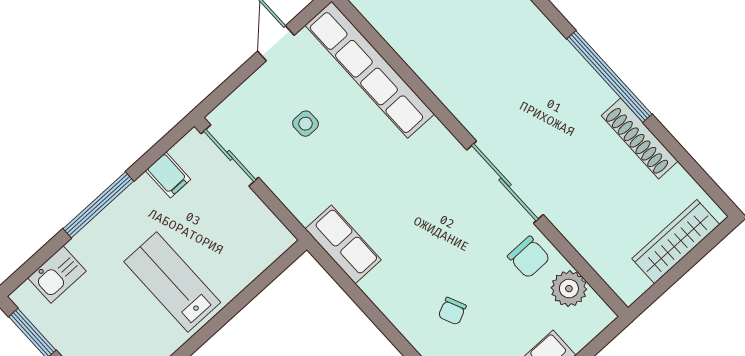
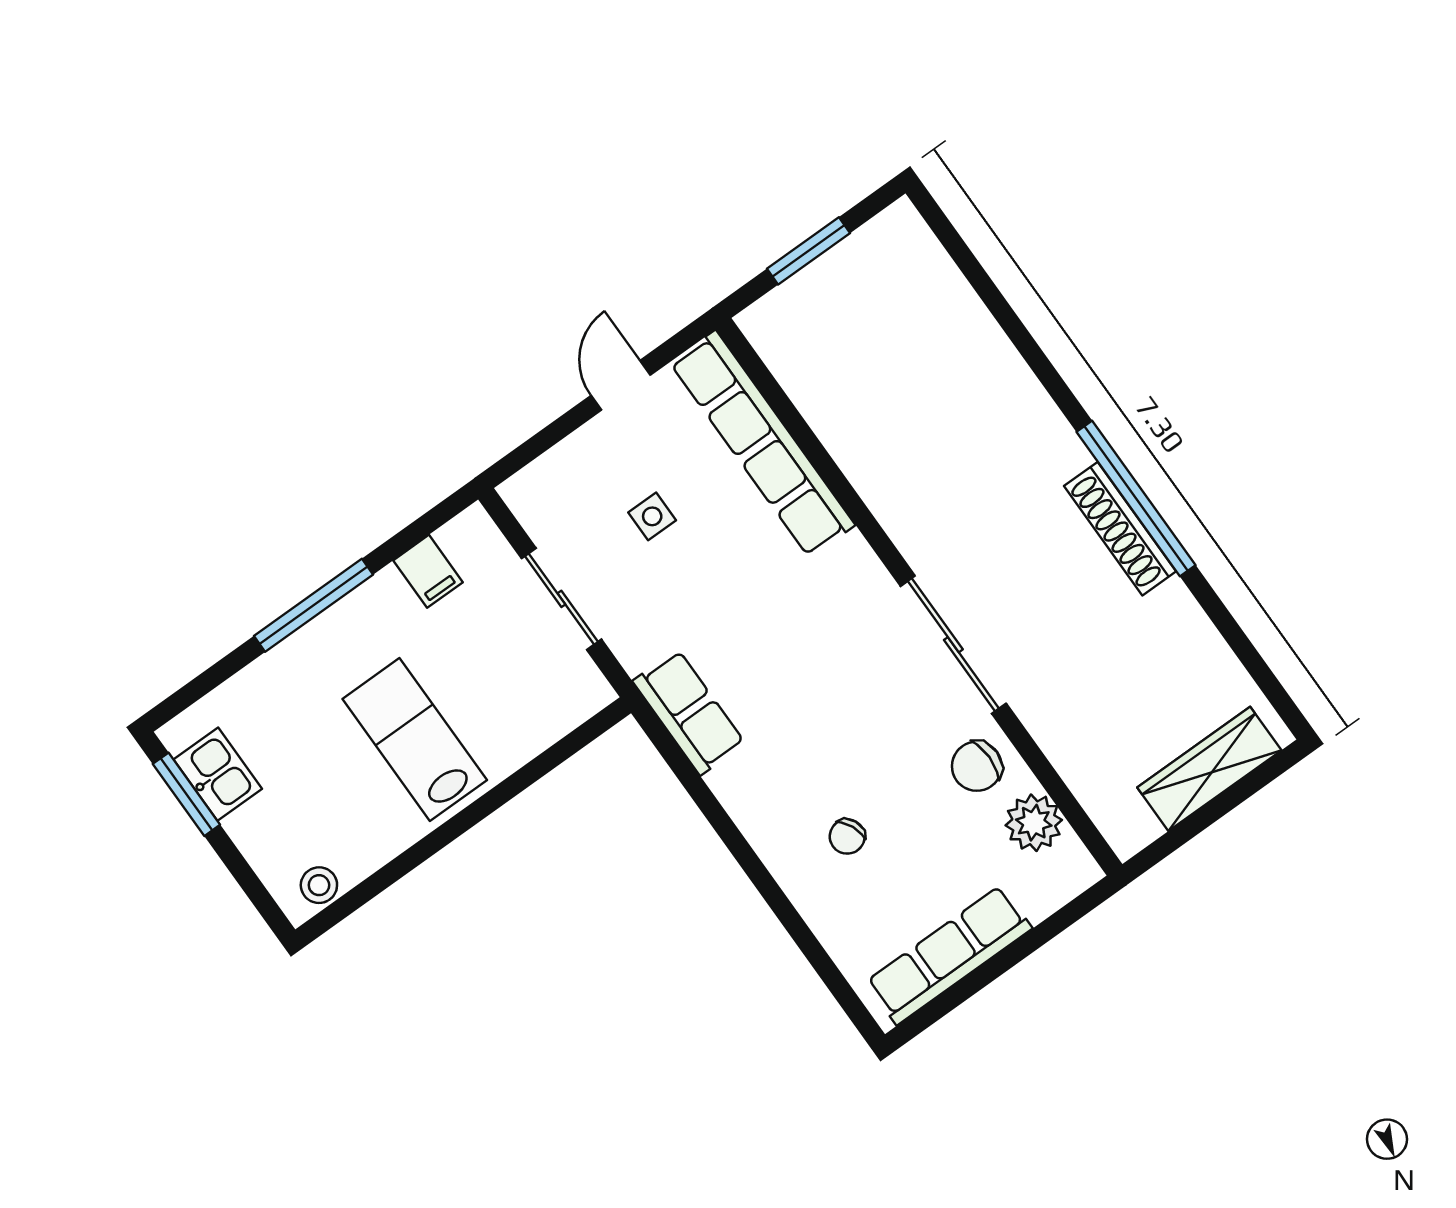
shoe rack: (640, 138) -> (1120, 529), moved
sliding door: (230, 155) -> (561, 599), moved
chair: (529, 257) -> (977, 766), turned 90
kitchen sink: (57, 274) -> (218, 774), moved, turned -90

